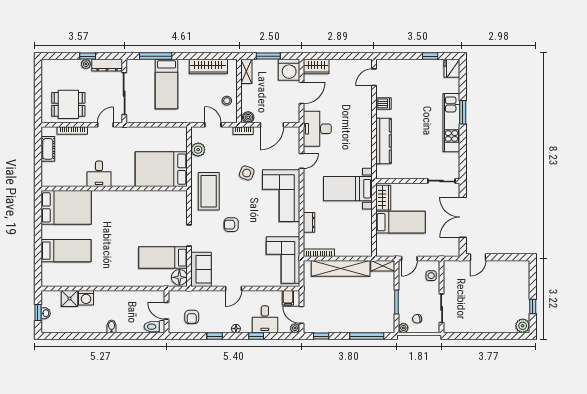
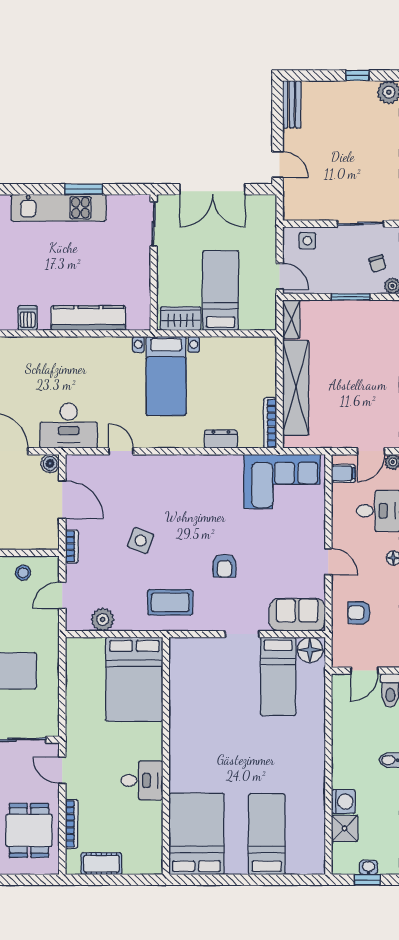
window: (463, 112) -> (84, 189), moved
boiler: (248, 117) -> (50, 463), moved
coffee table: (209, 191) -> (170, 602), width x0.73, depth x0.76
corner sofa: (281, 196) -> (177, 484), removed
bench: (515, 266) -> (292, 104), added
armchair: (192, 317) -> (359, 613), moved, turned 180

